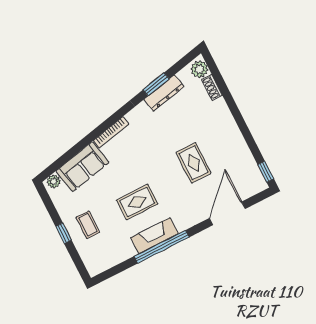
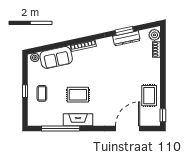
rug: (194, 163) -> (149, 96), moved
window: (162, 247) -> (61, 128), moved

